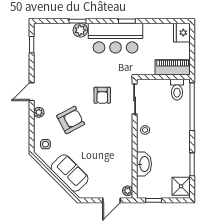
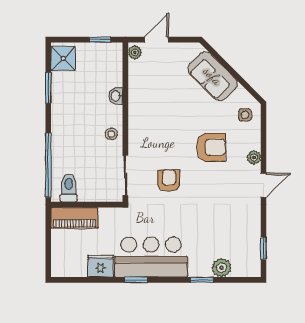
plant: (80, 30) -> (221, 268), moved
fridge: (182, 33) -> (101, 266), moved, turned -90
armchair: (71, 120) -> (211, 147), turned -152
washbasin: (144, 164) -> (116, 96), width x0.52, depth x0.69

